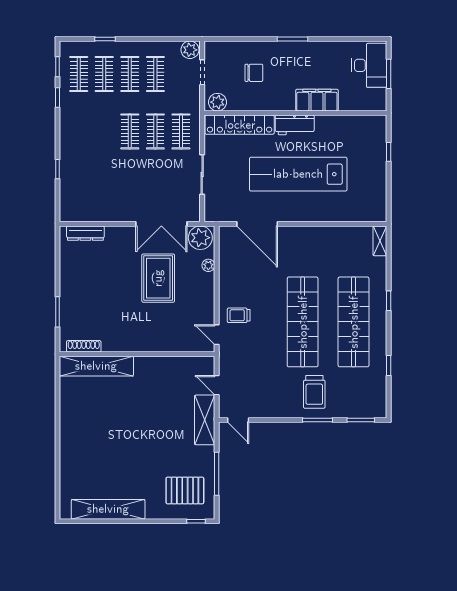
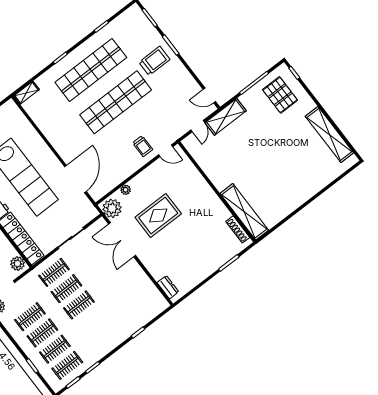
double door: (161, 224) -> (122, 240), swing flipped
dresser: (85, 233) -> (168, 287), width x0.70
door: (217, 335) -> (166, 151), hinge flipped
door: (238, 420) -> (209, 96), swing flipped

